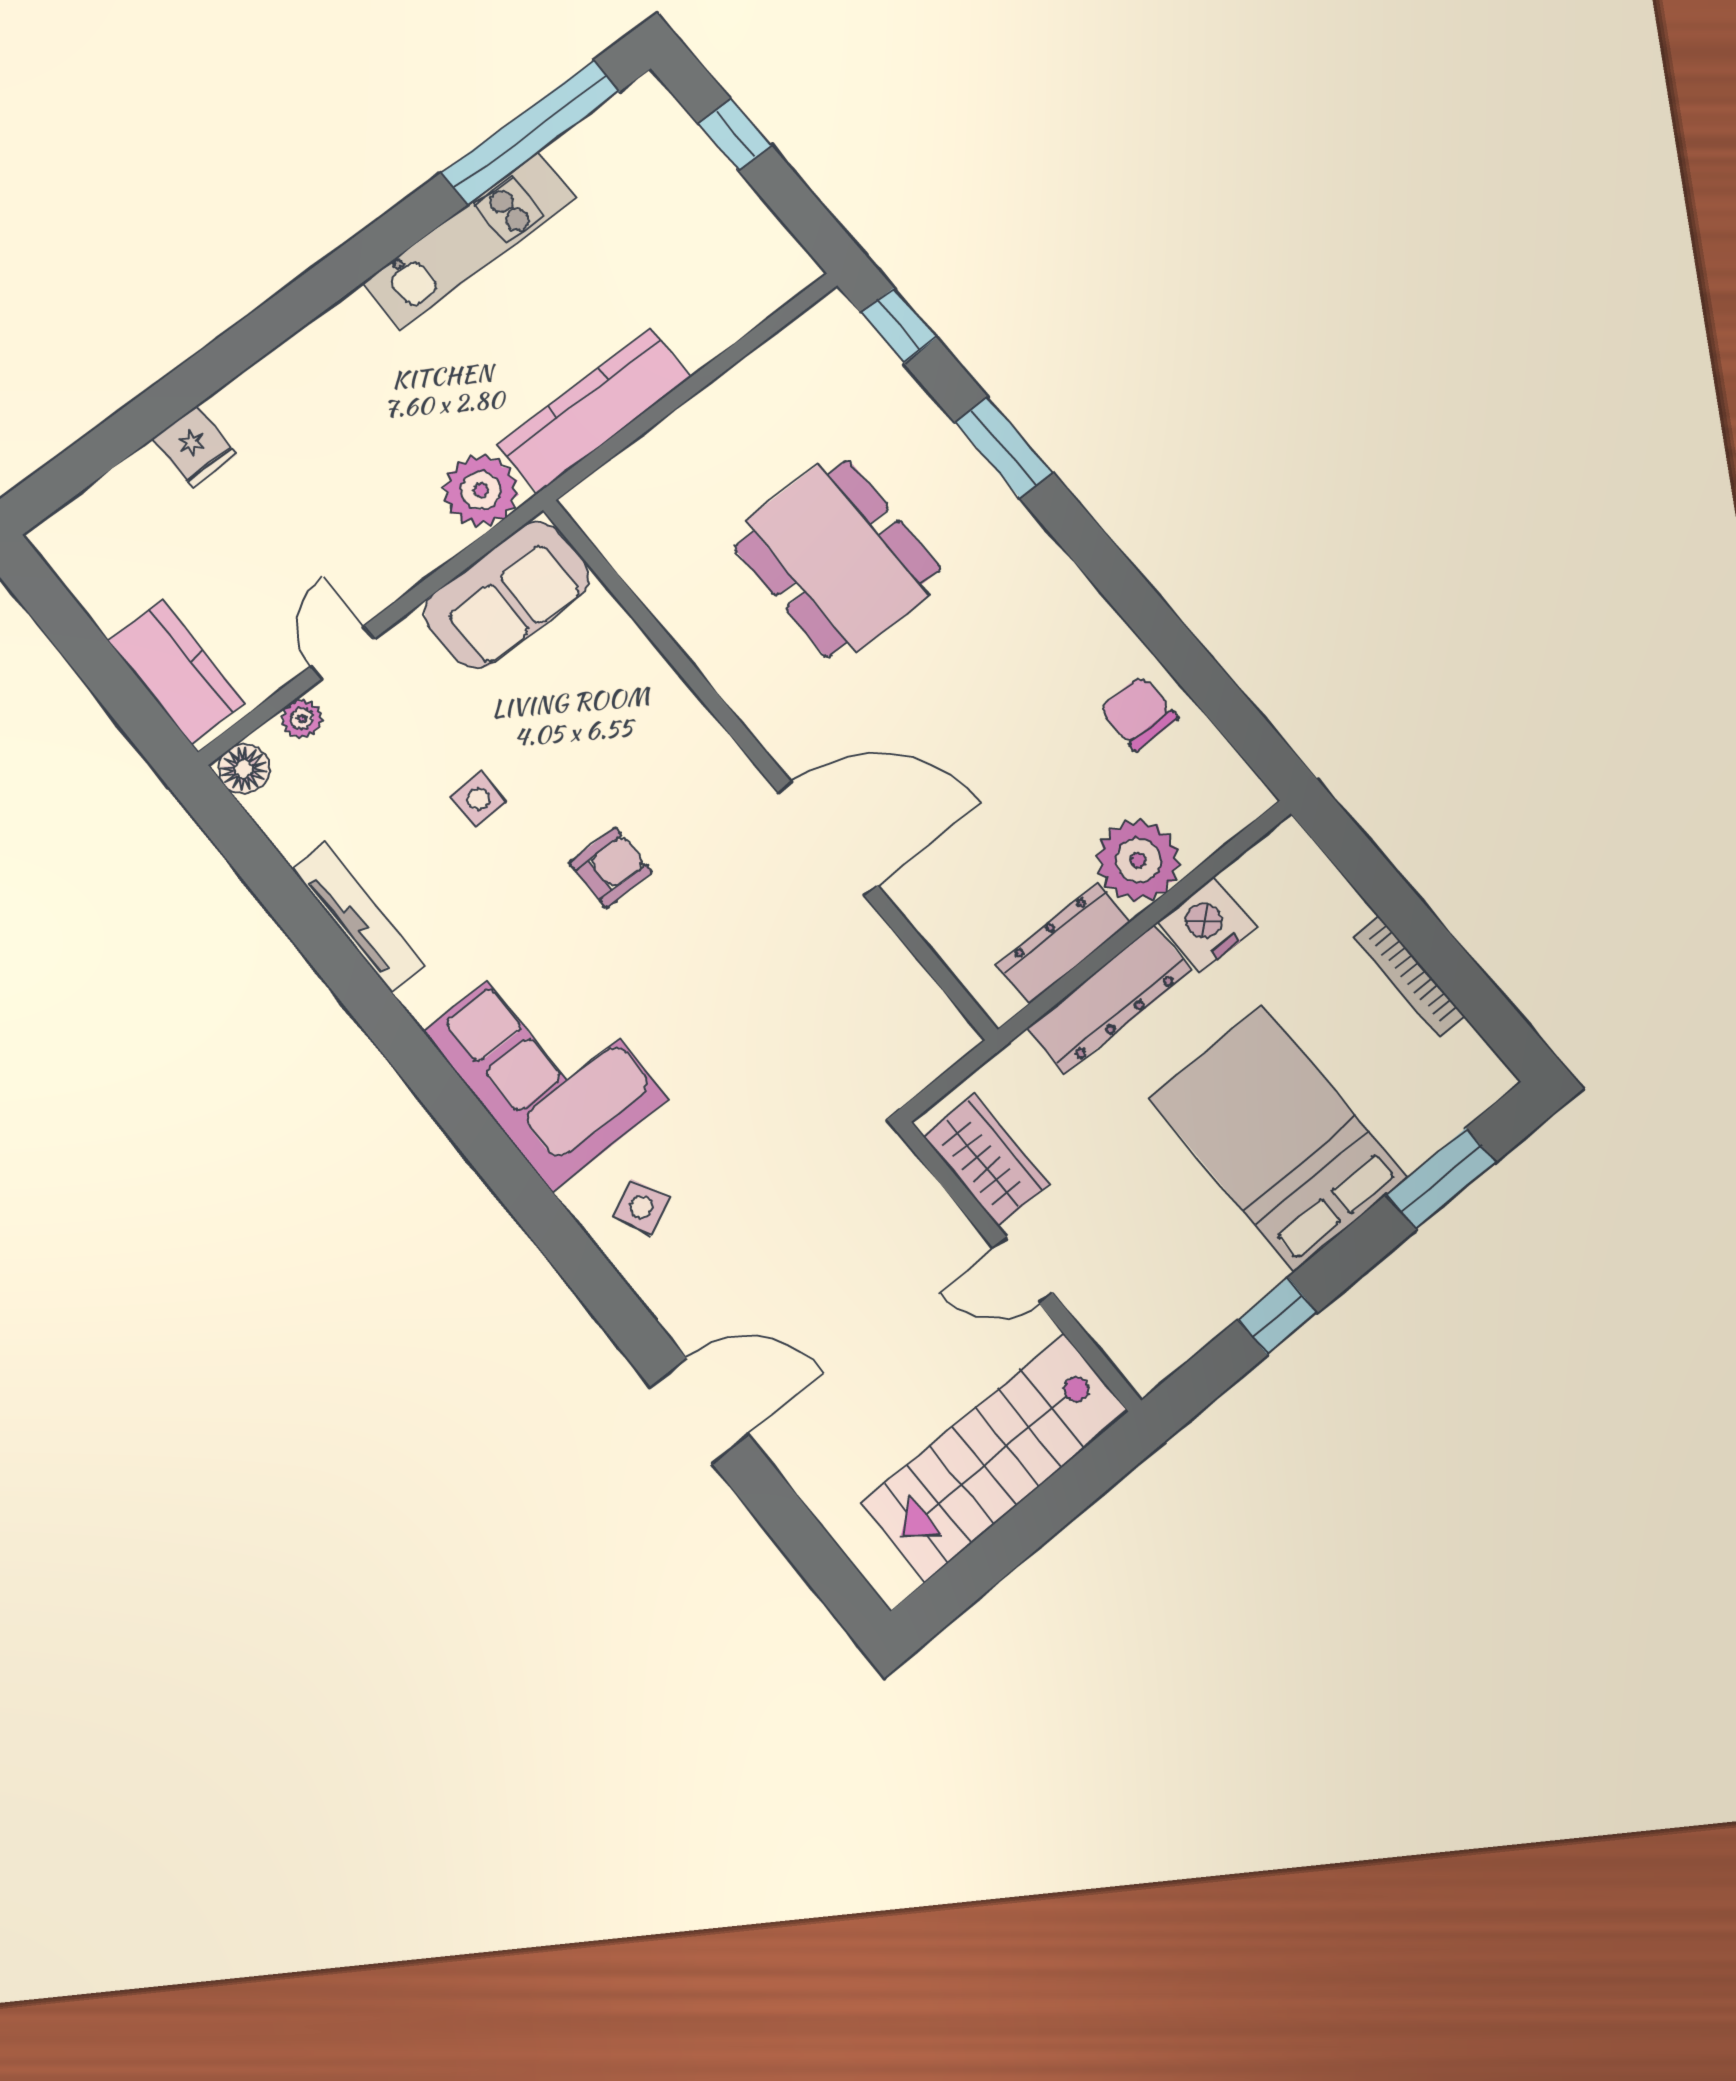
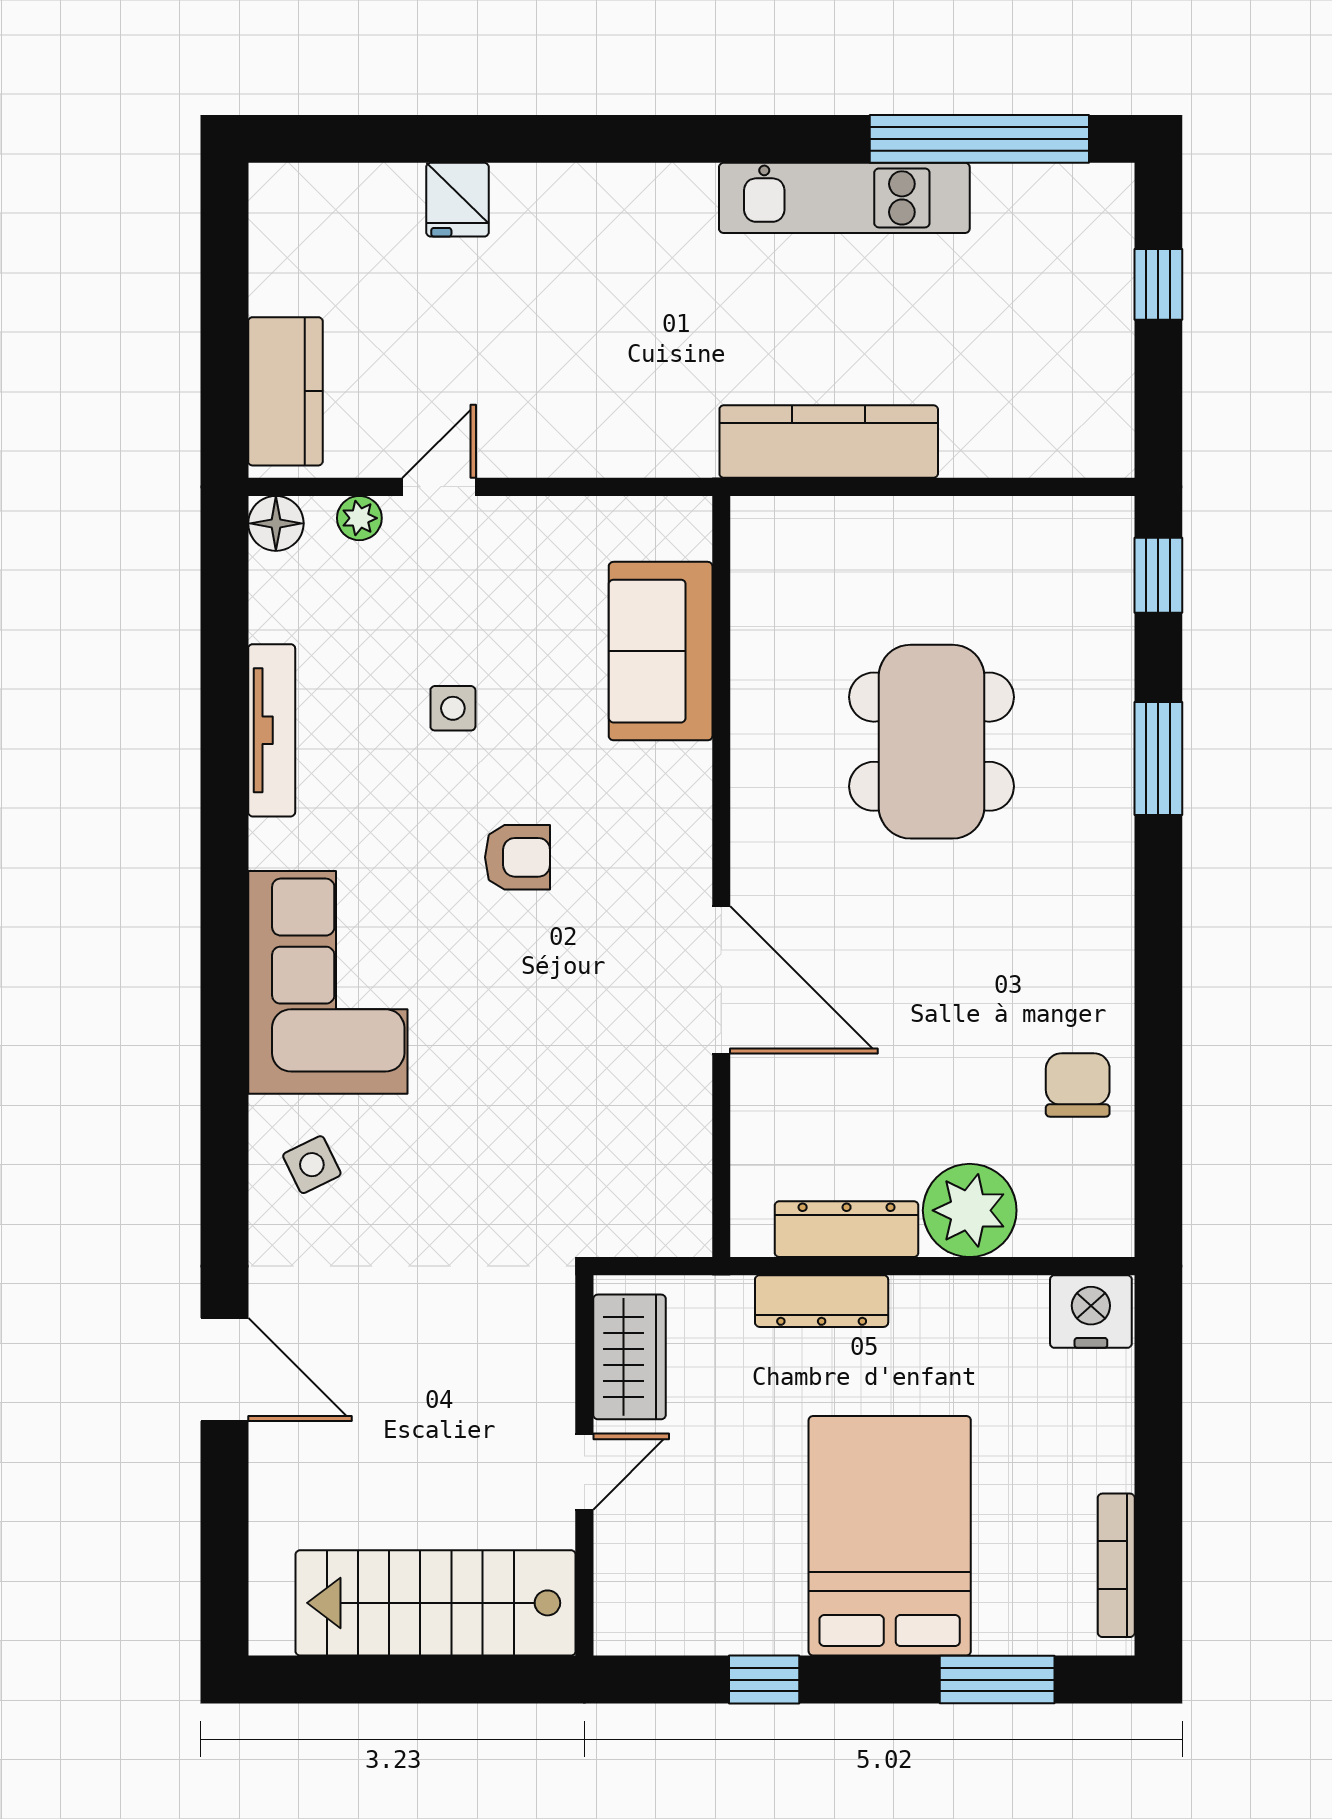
plant: (481, 490) -> (673, 436), removed
sofa: (507, 595) -> (661, 651), moved, turned 90
nightstand: (1207, 925) -> (1091, 1312), moved
bookcase: (1409, 976) -> (1116, 1565), moved
dresser: (1110, 999) -> (822, 1301), width x0.73, depth x0.80
door: (1023, 1270) -> (584, 1472), swing flipped

